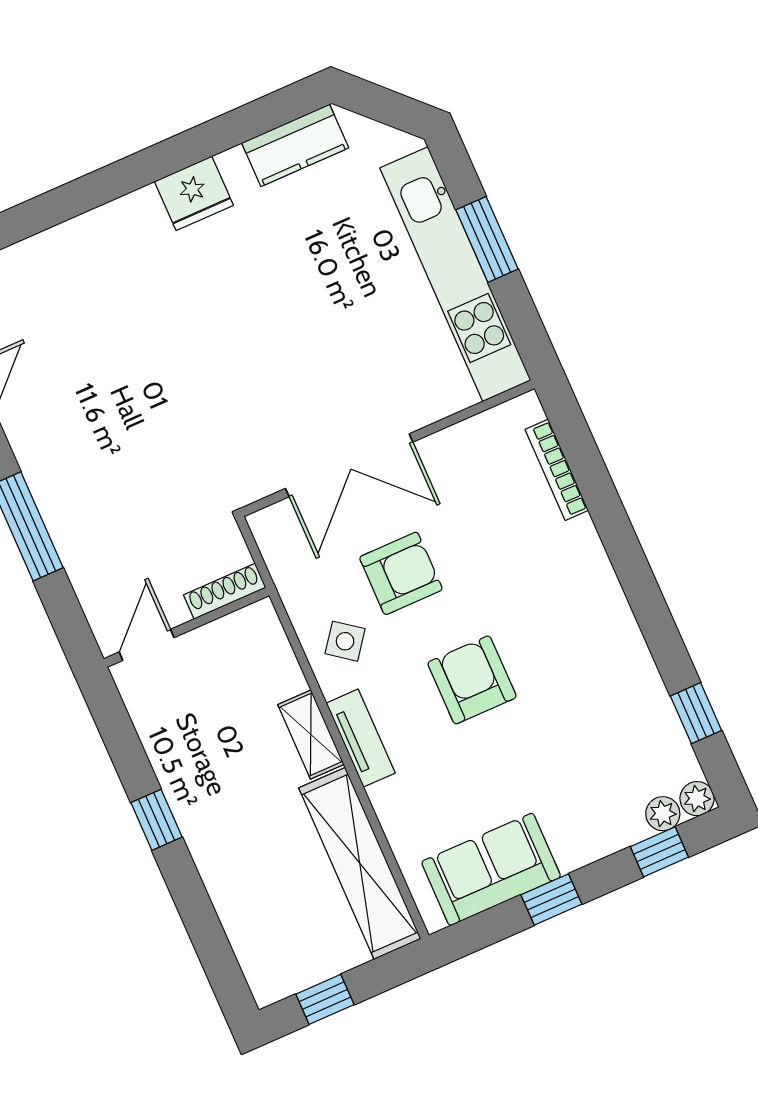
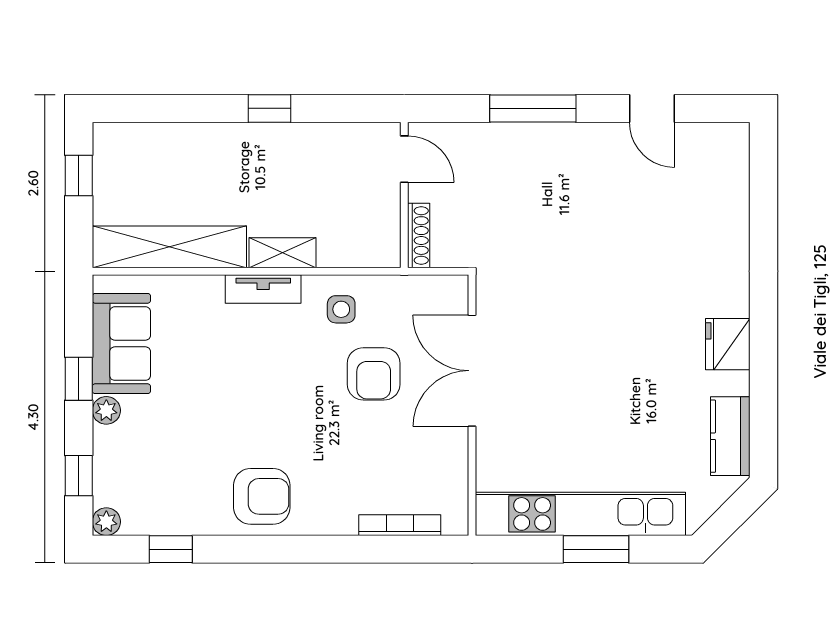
side table: (345, 641) -> (341, 309), turned -37
armchair: (472, 680) -> (262, 496), moved
plant: (663, 814) -> (106, 410), moved

